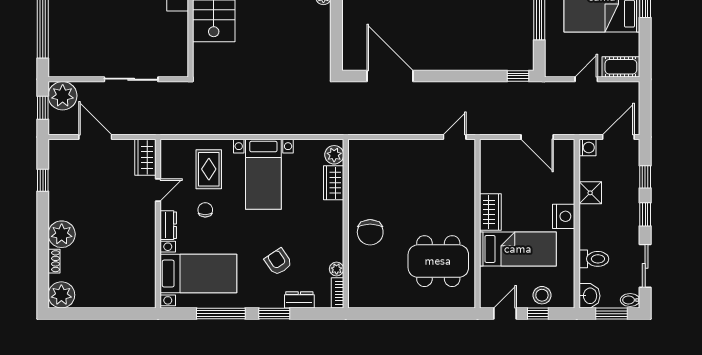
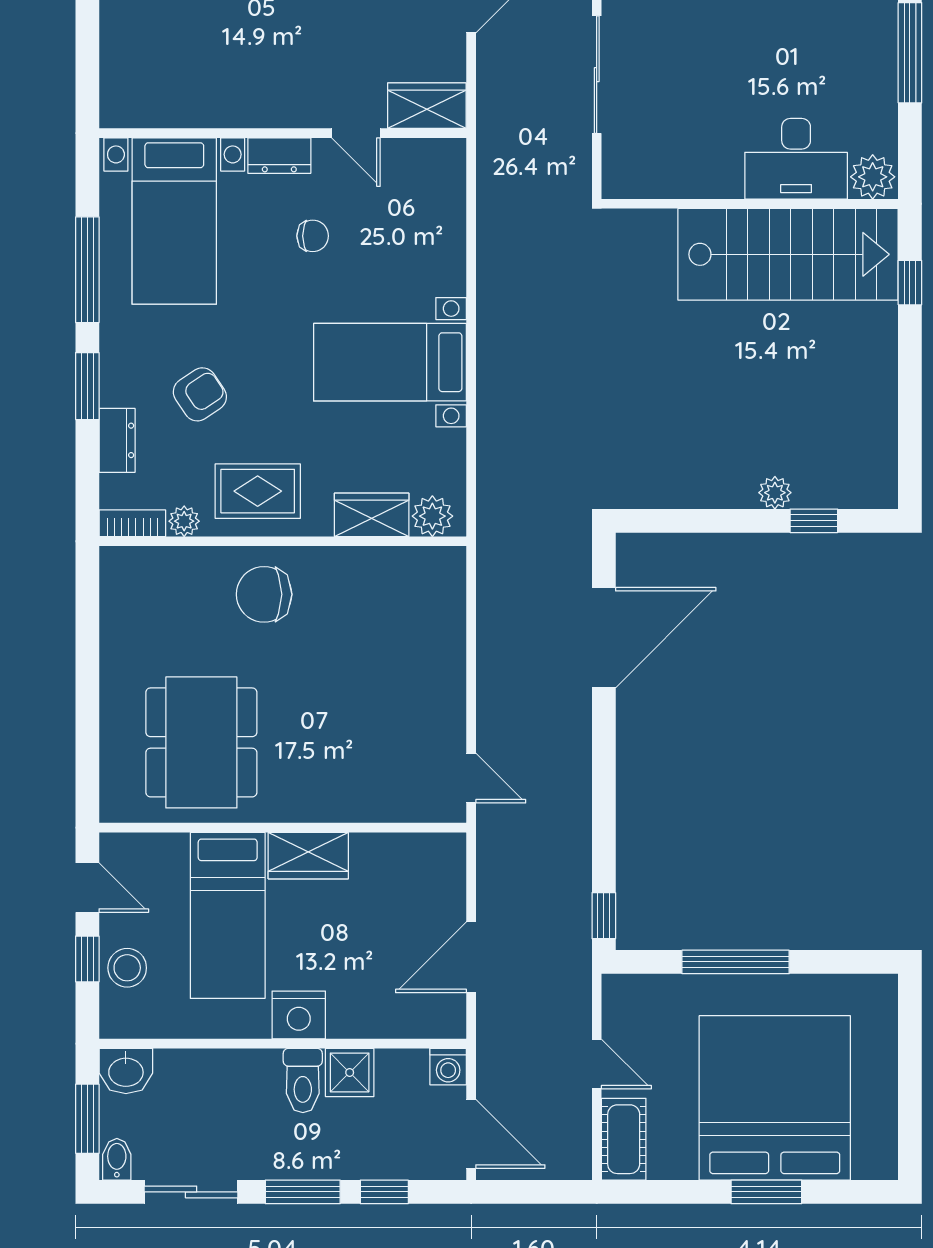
rug: (209, 169) -> (258, 491), moved
window: (645, 214) -> (303, 1192), width x1.50
toilet: (594, 259) -> (303, 1080), moved

